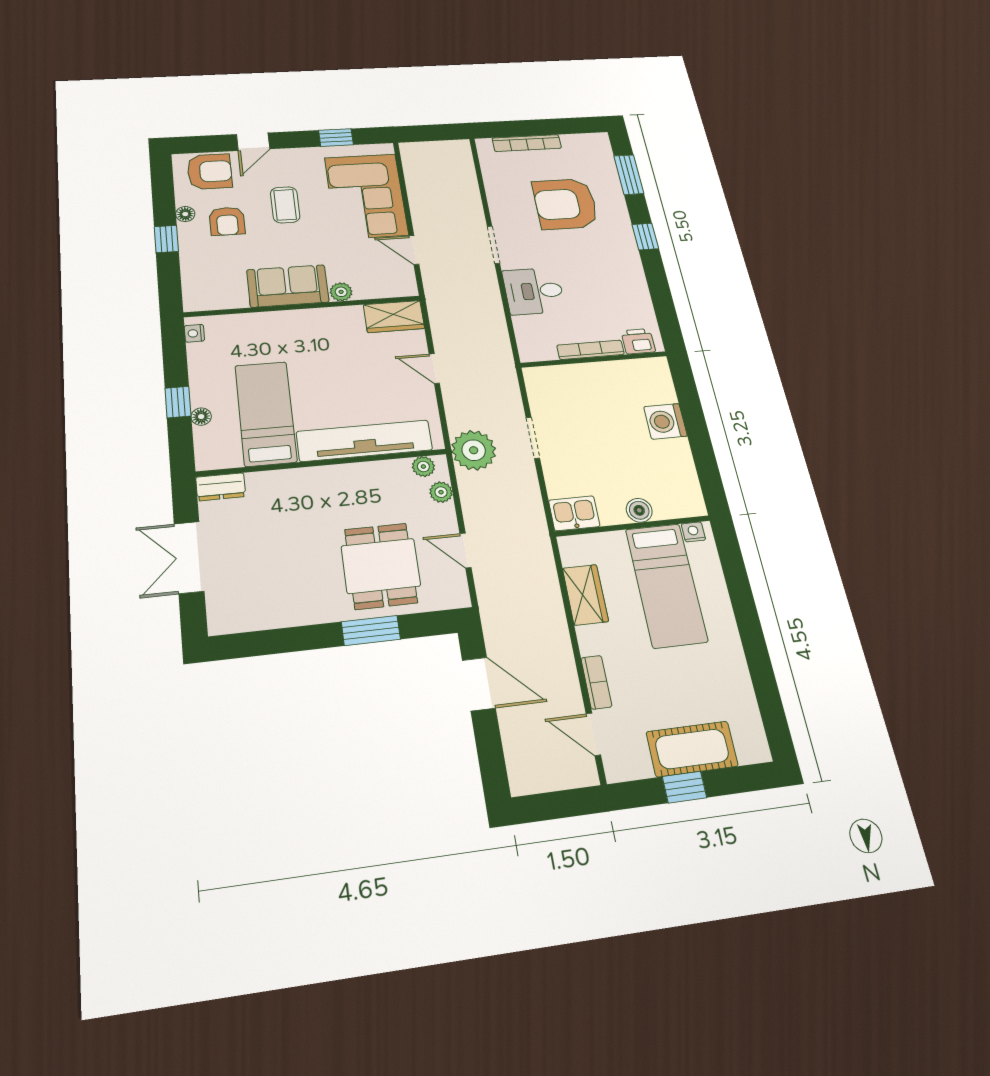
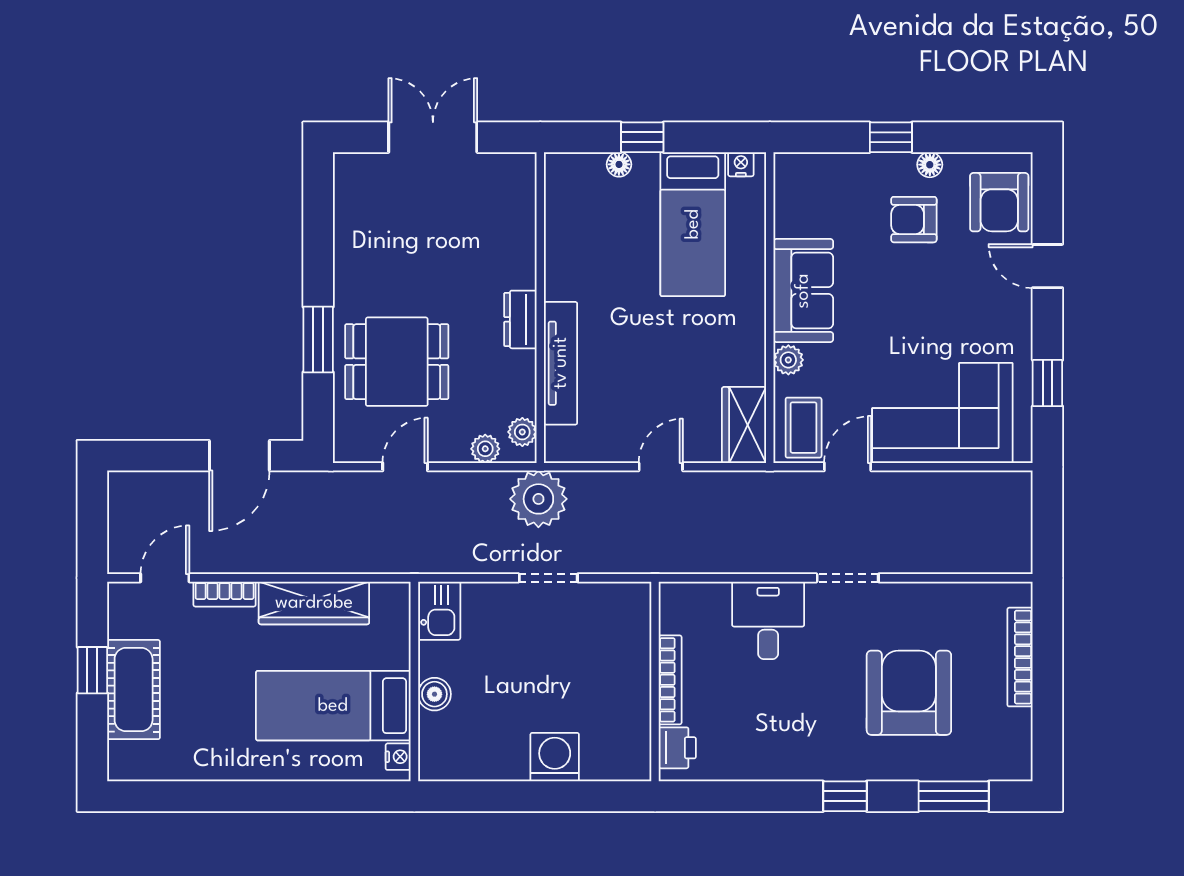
coffee table: (285, 205) -> (804, 428), moved, turned 90
bed: (266, 413) -> (693, 224), moved, turned 90
tv unit: (365, 441) -> (561, 363), width x0.73, depth x0.78
dresser: (221, 487) -> (520, 319), moved
wardrobe: (585, 595) -> (314, 603), width x1.50

